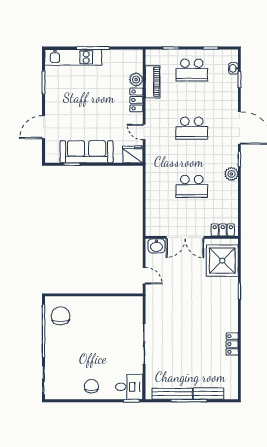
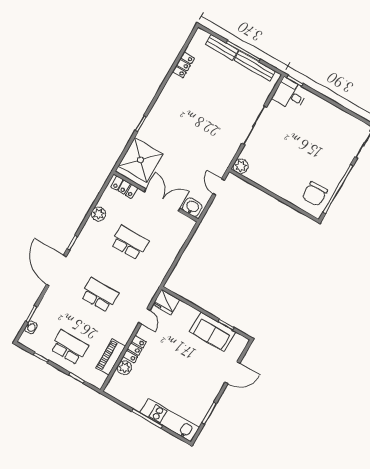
sofa: (87, 152) -> (213, 332), width x0.73
plant: (231, 174) -> (98, 214), moved
plant: (136, 303) -> (241, 166), added
locker: (232, 344) -> (183, 65), moved
chair: (91, 386) -> (323, 115), removed

